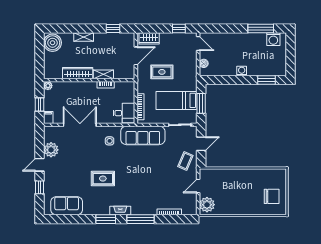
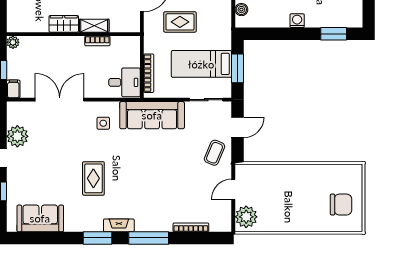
wardrobe: (78, 73) -> (64, 24), width x0.67
rug: (103, 179) -> (93, 178), turned 90

